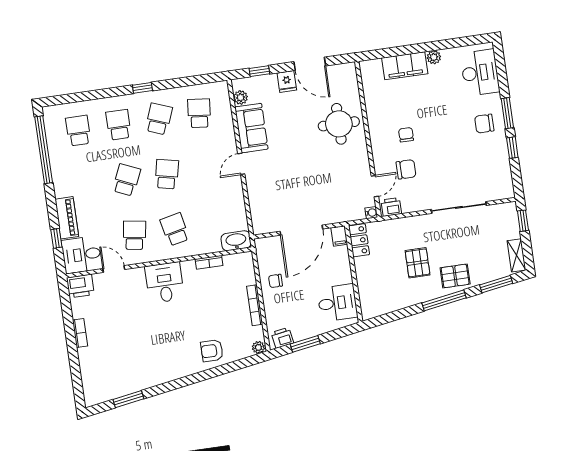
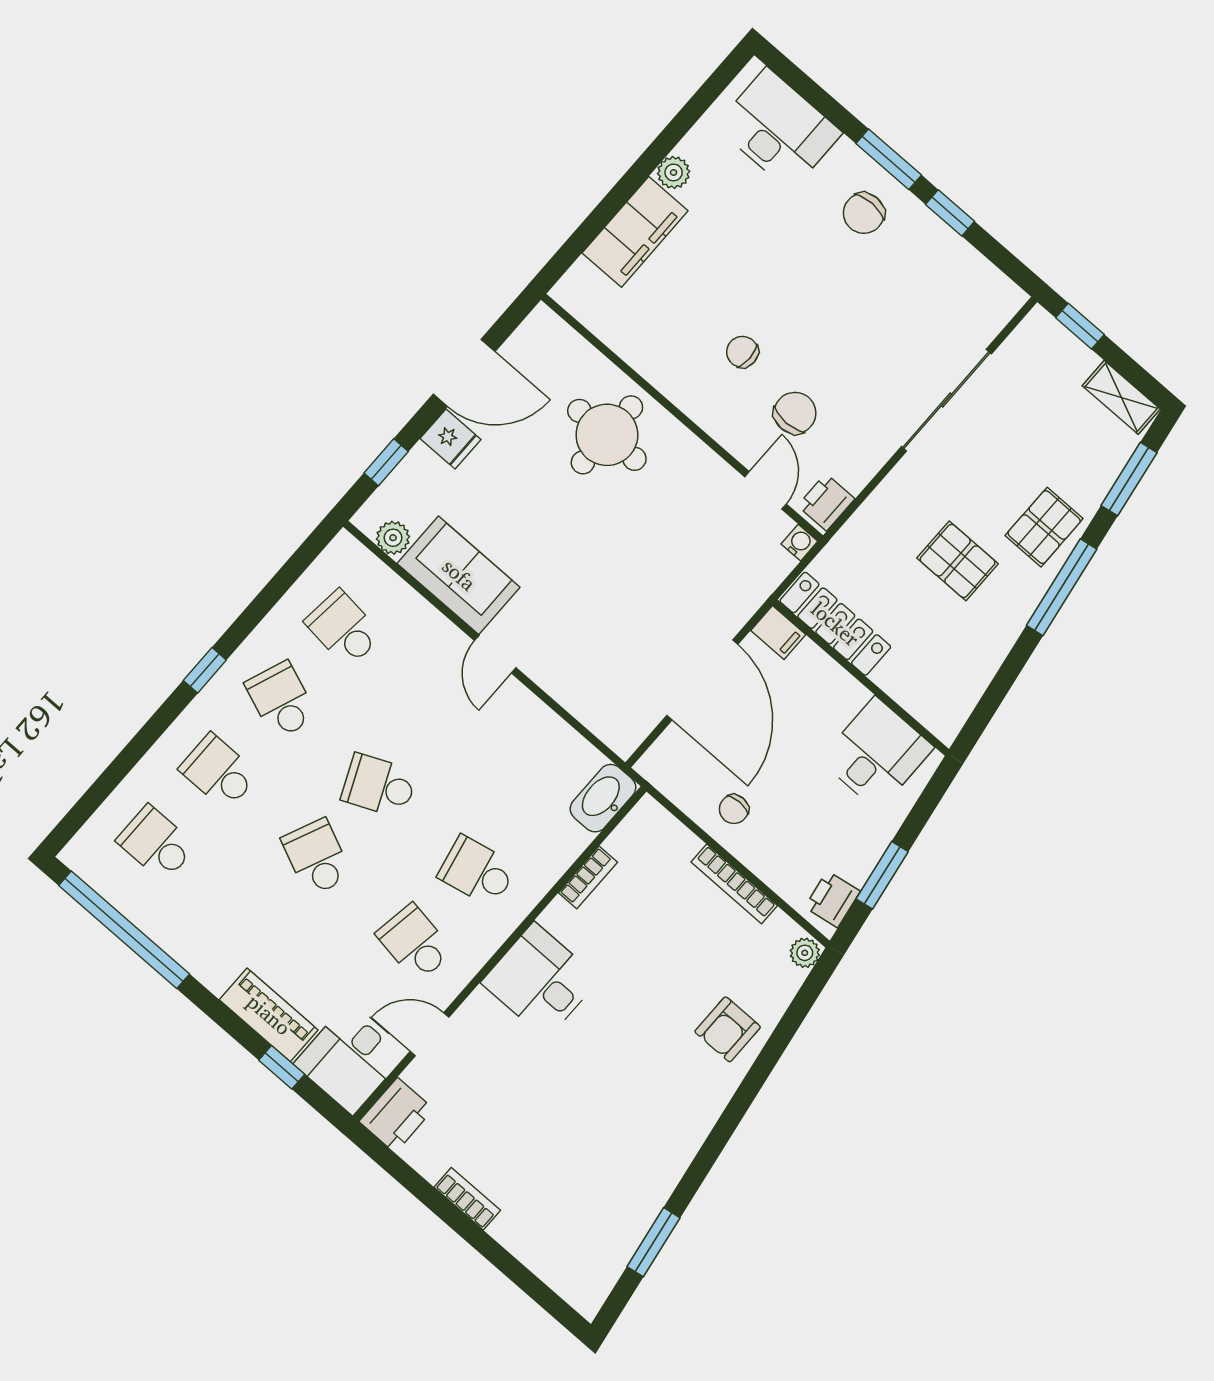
school desk: (167, 174) -> (379, 786), turned -36
locker: (359, 240) -> (835, 624), width x1.53

